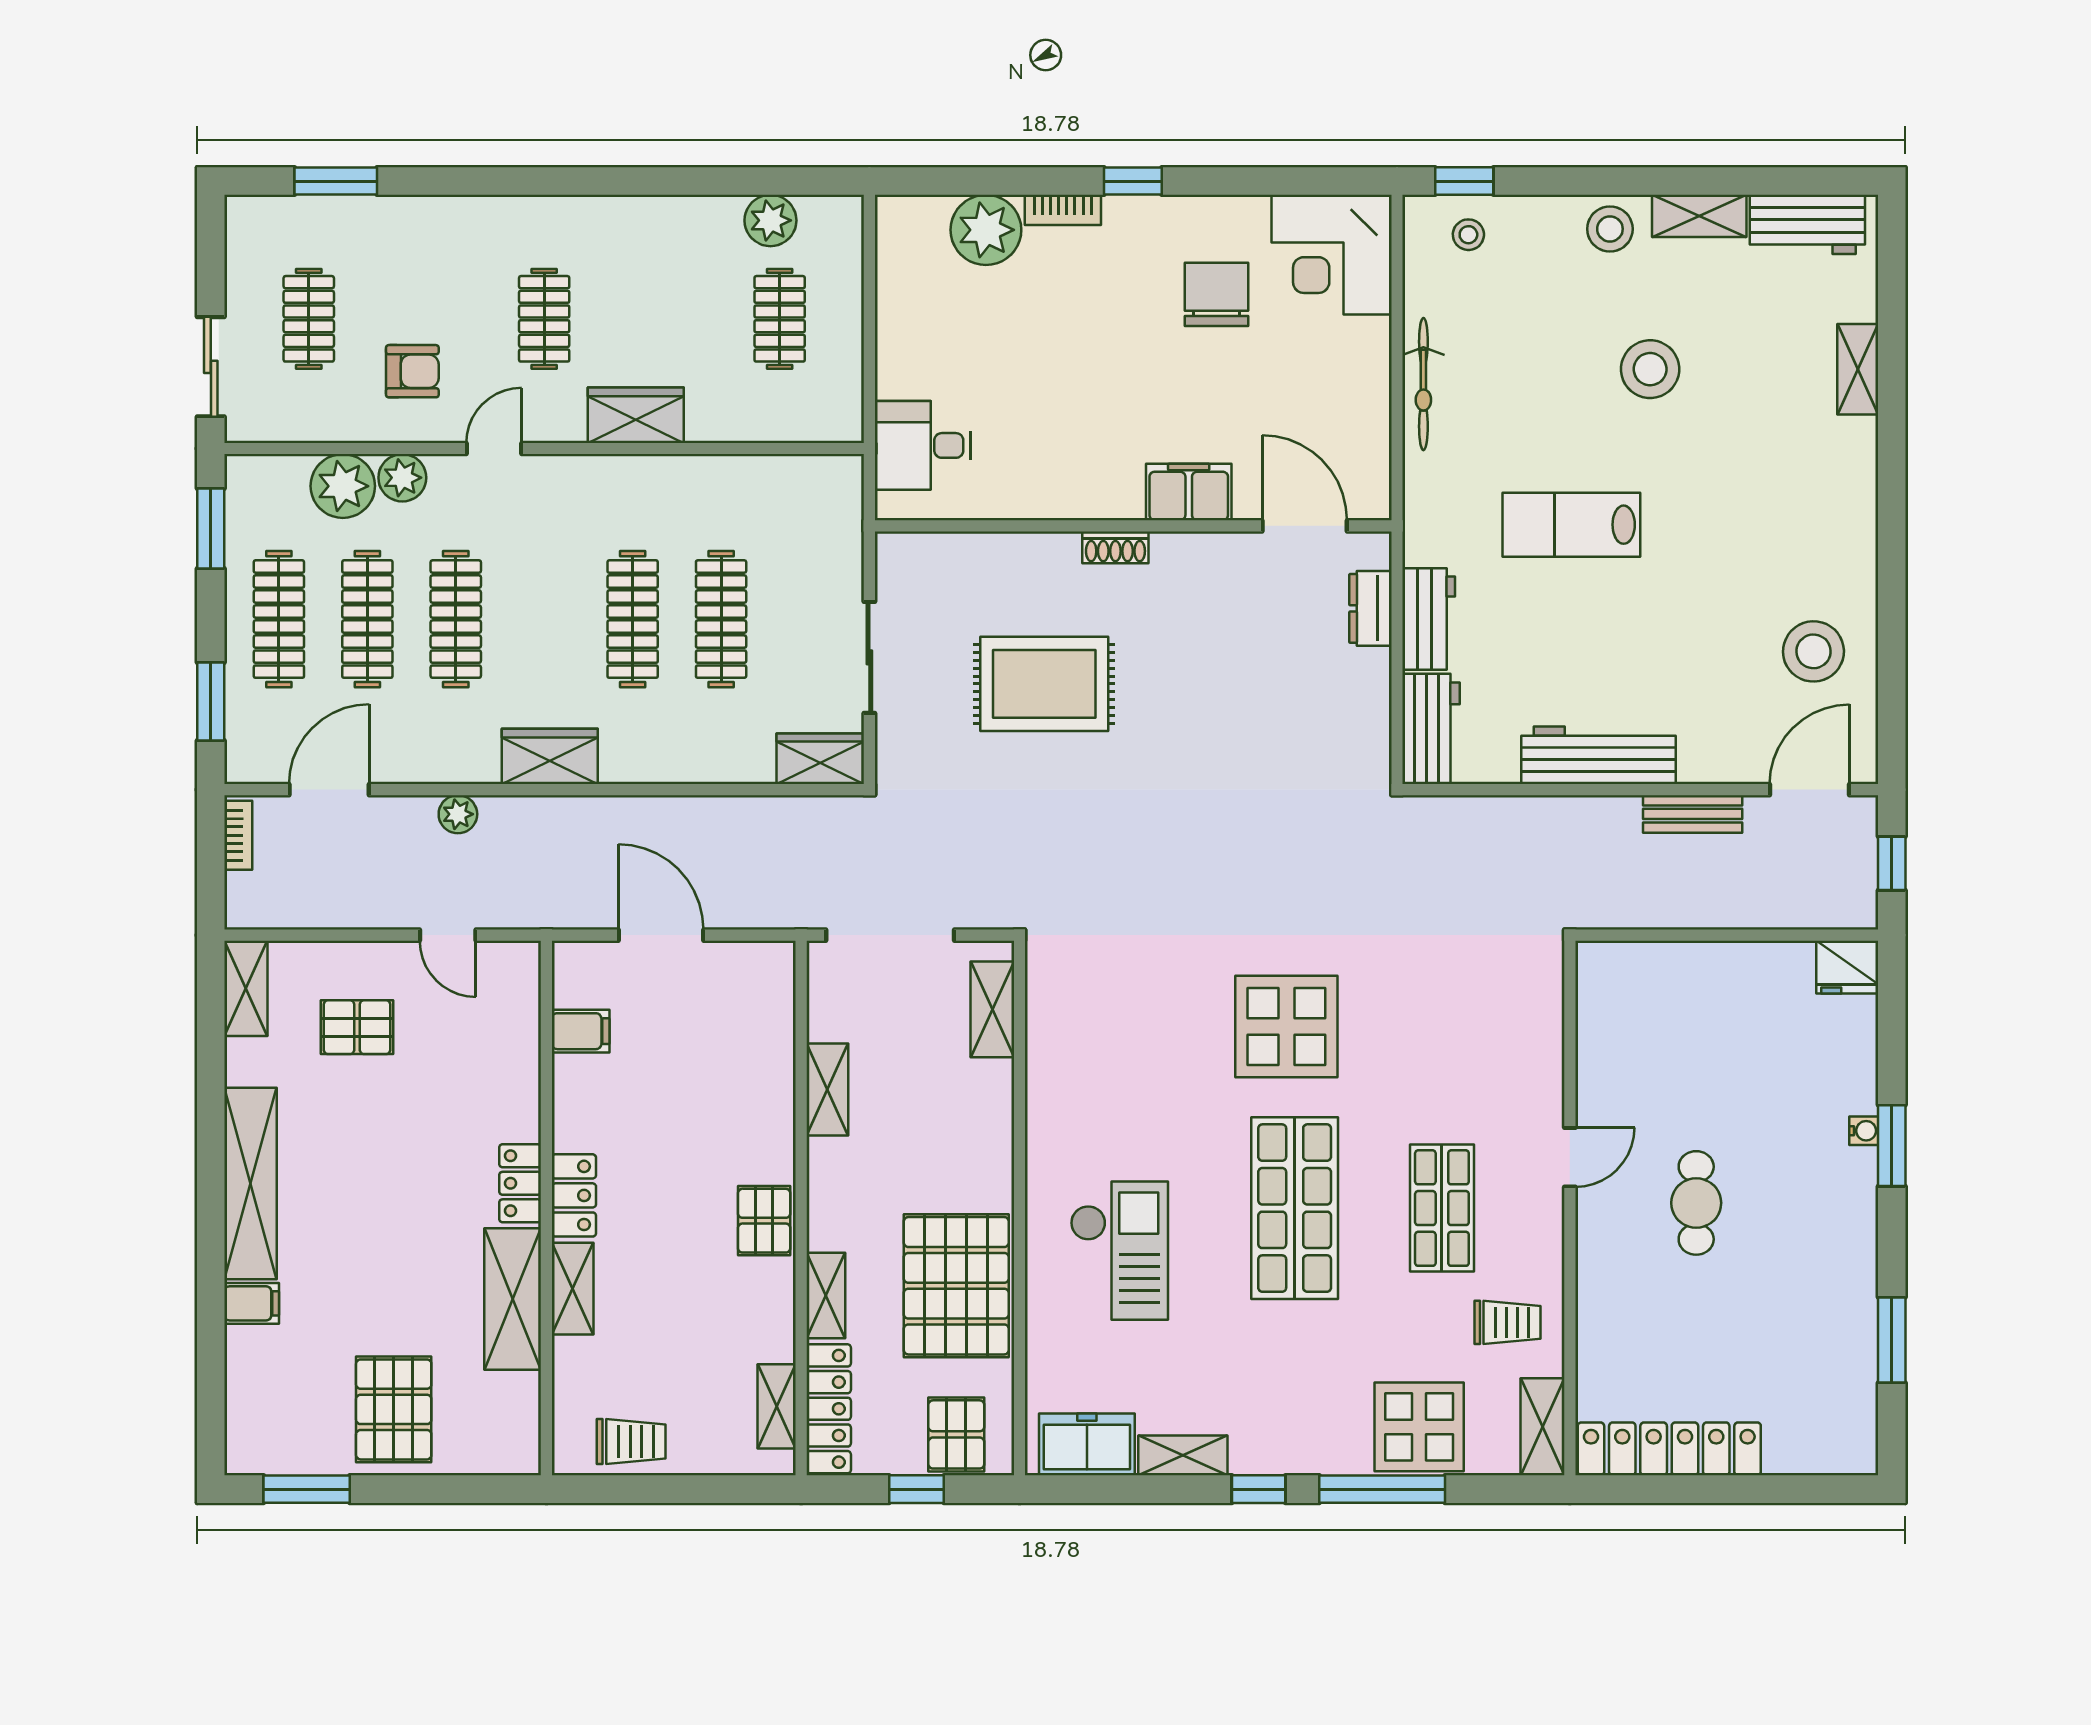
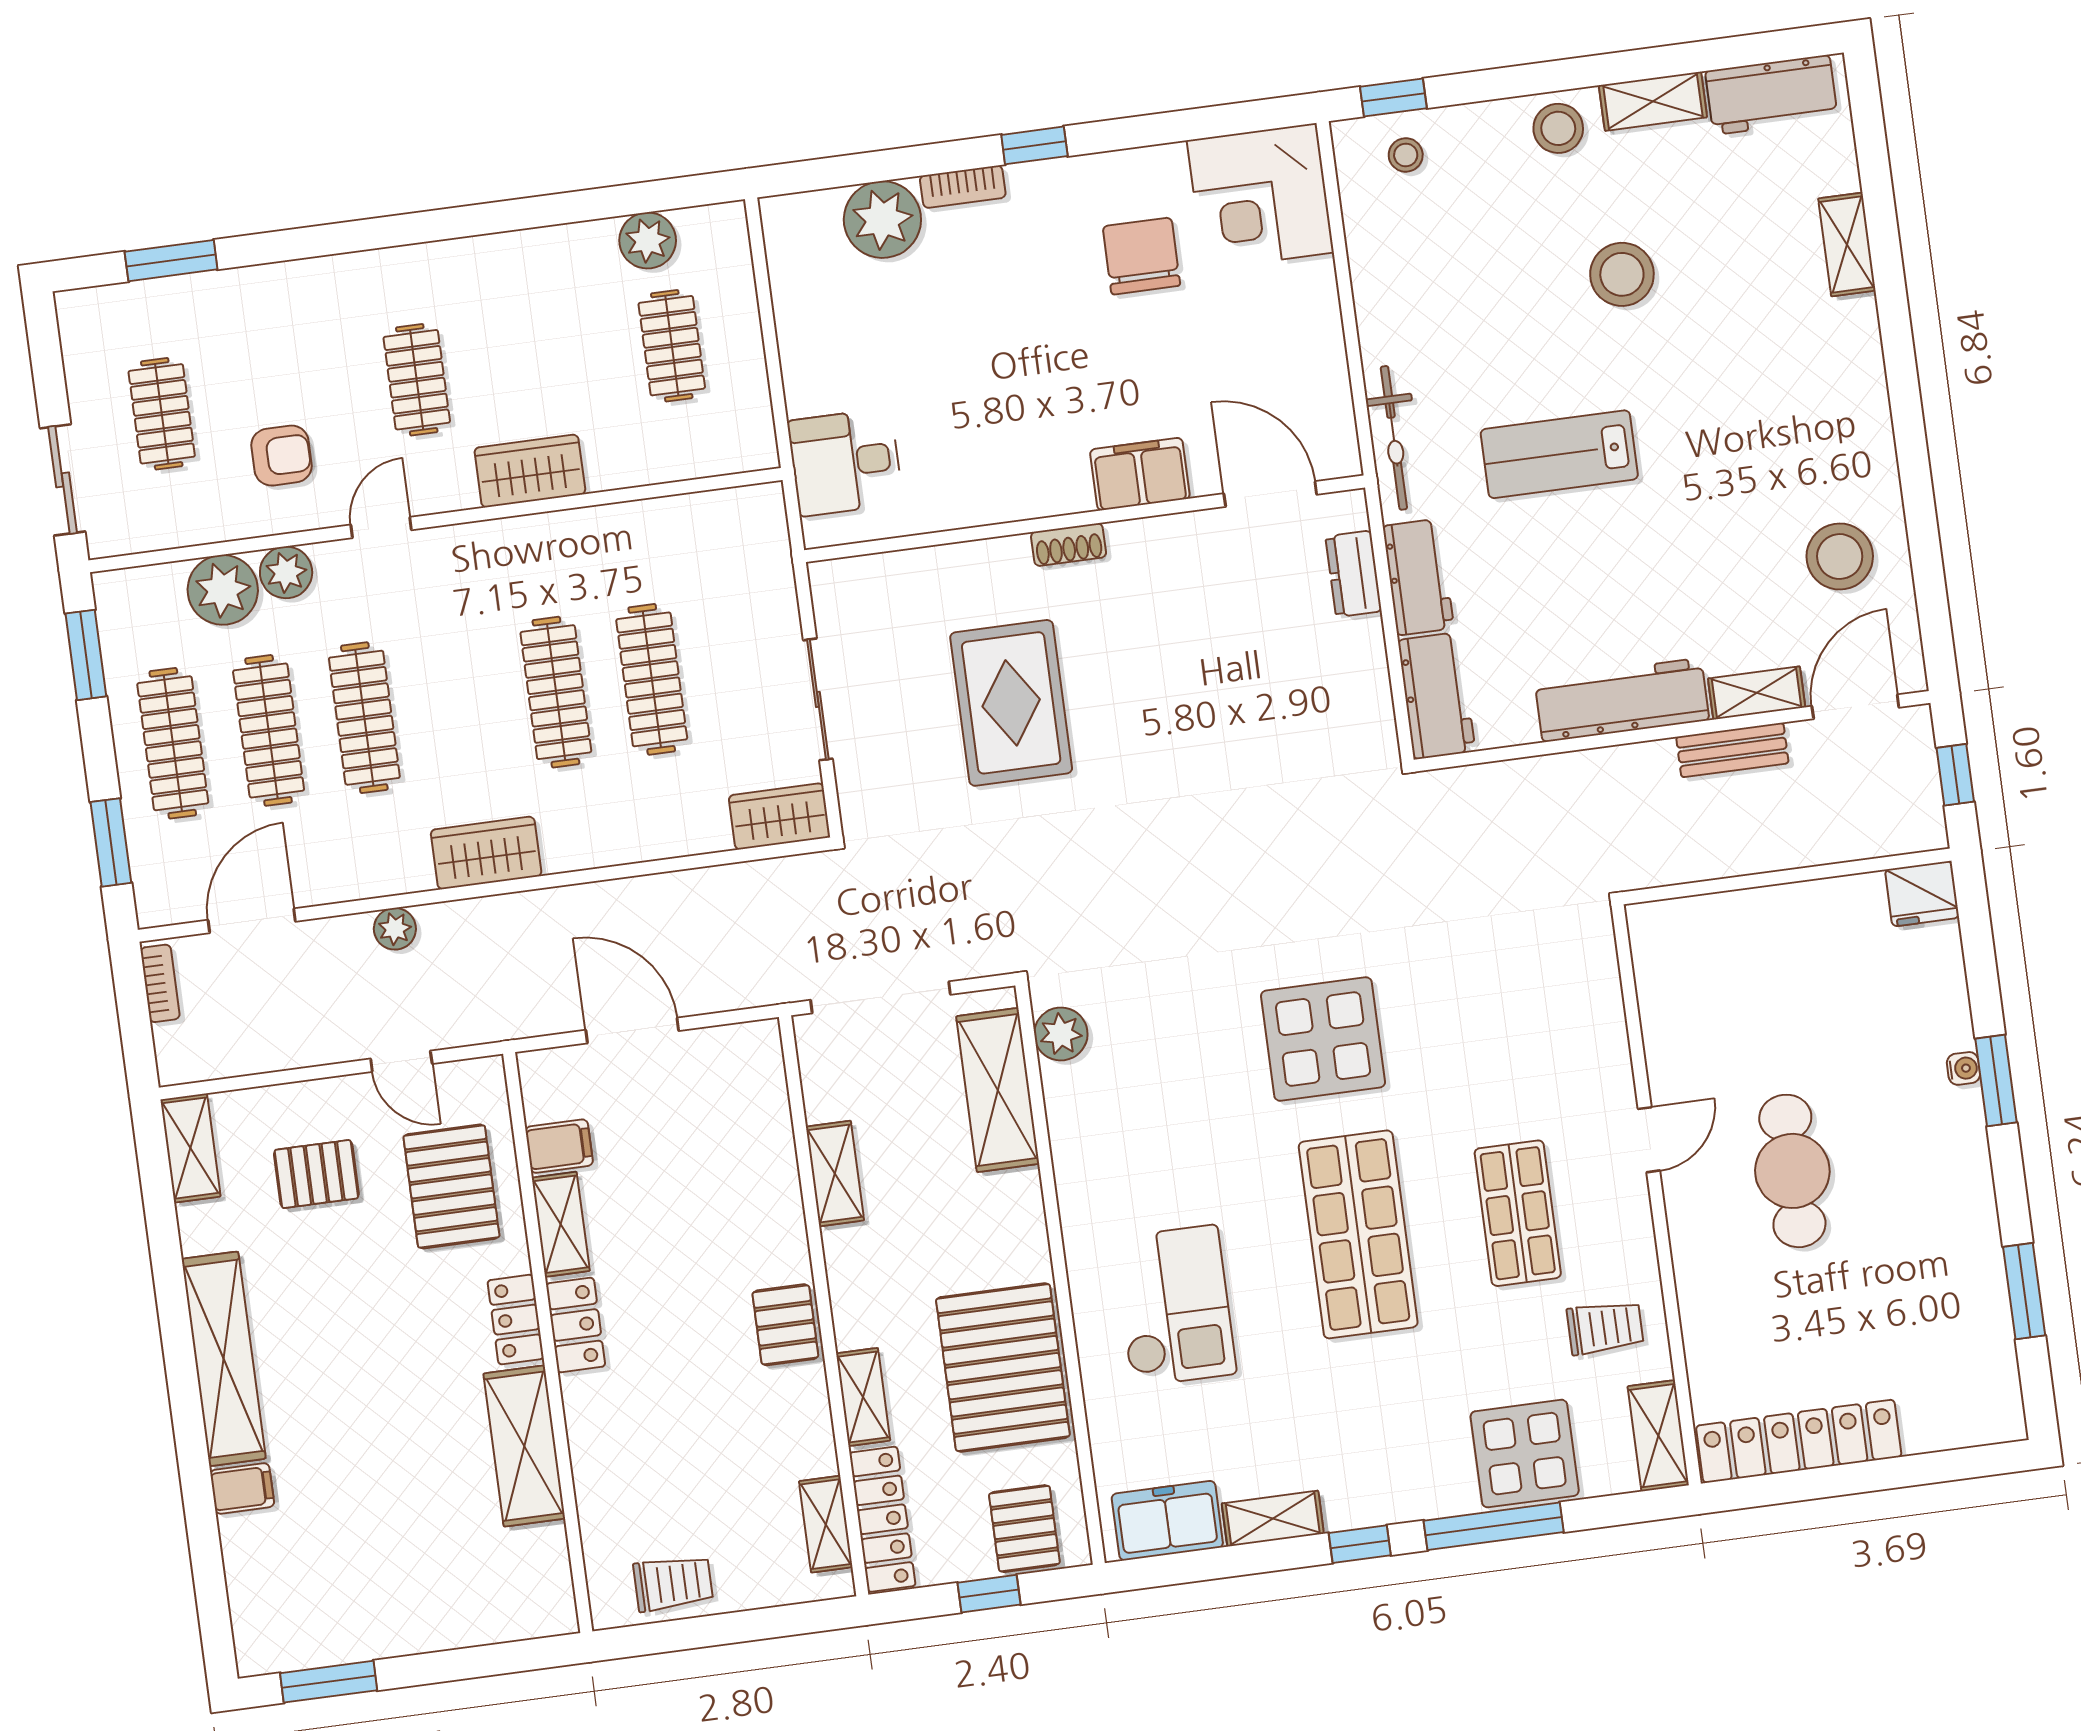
bicycle: (1423, 384) -> (1394, 438), moved
rug: (1044, 684) -> (1011, 703), turned 90
shelving: (1722, 765) -> (1757, 693), added
plant: (1049, 990) -> (1061, 1034), added
shelving: (992, 1009) -> (998, 1090), width x1.50, depth x1.33
cafe table: (1696, 1203) -> (1792, 1171), width x1.37, depth x1.35
shelving: (573, 1289) -> (561, 1224), moved
pallet: (394, 1409) -> (451, 1186), moved

